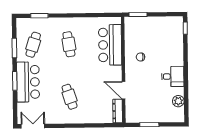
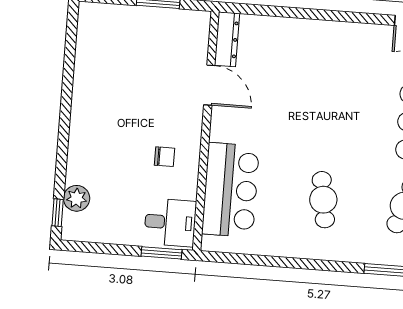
desk: (173, 76) -> (170, 222), moved, turned 180
cafe table: (70, 97) -> (332, 81), removed
plant: (178, 101) -> (77, 198), moved

